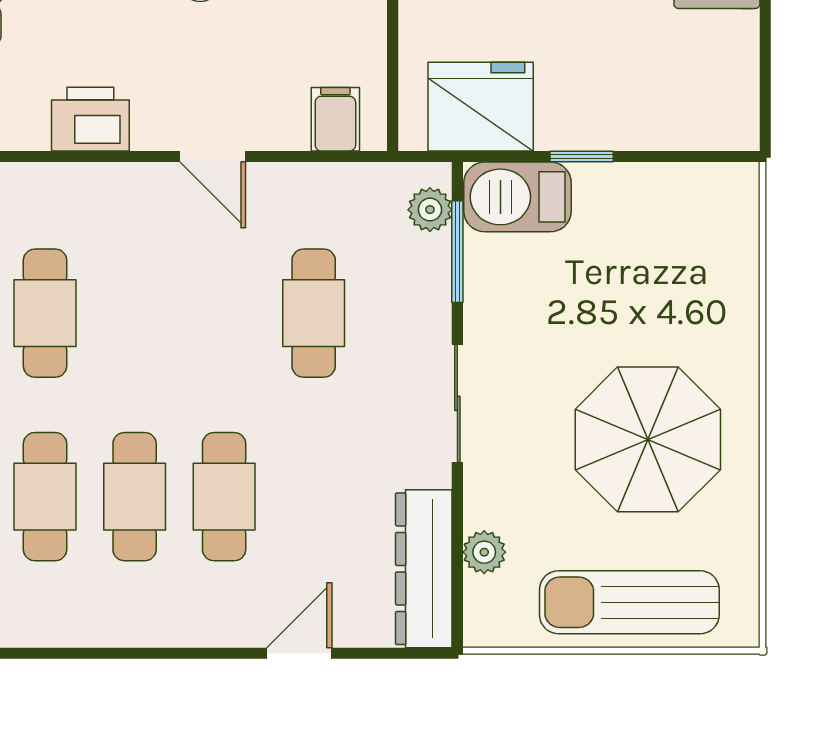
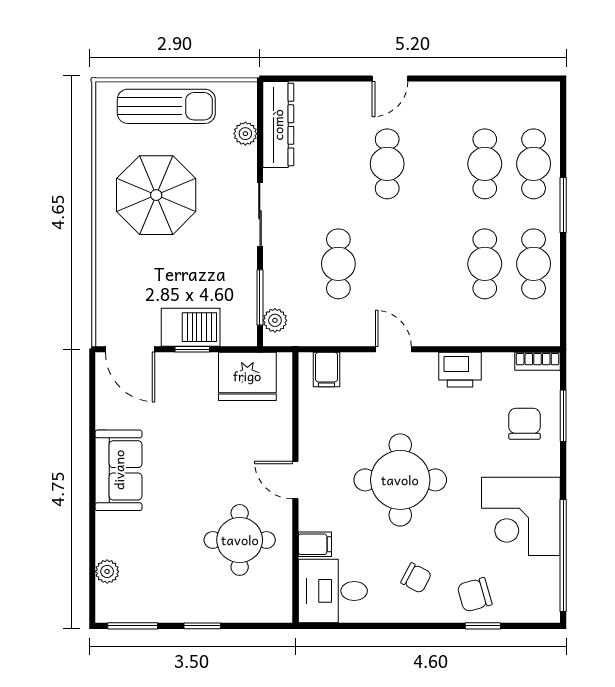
door: (696, 157) -> (130, 349), added
barbecue: (518, 197) -> (191, 327), moved
cafe table: (135, 497) -> (436, 164), removed
door: (299, 653) -> (390, 78), moved

